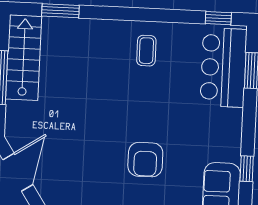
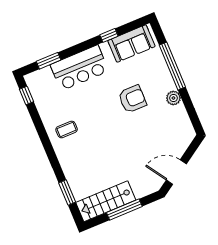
bar counter: (223, 67) -> (80, 68), moved

